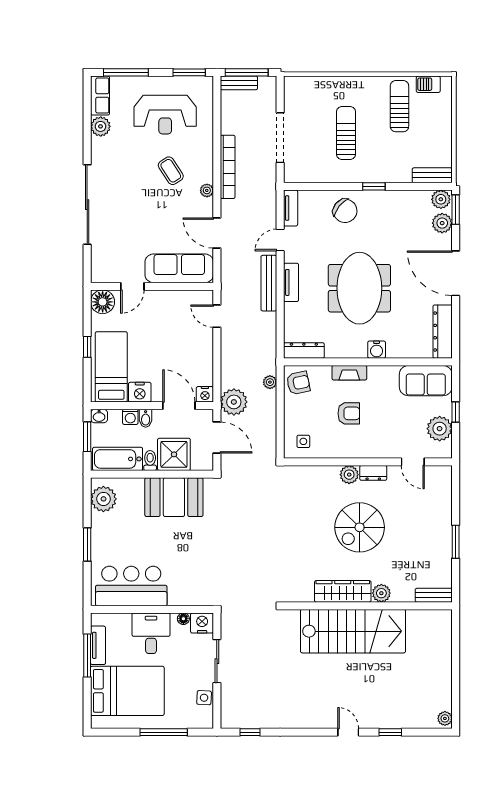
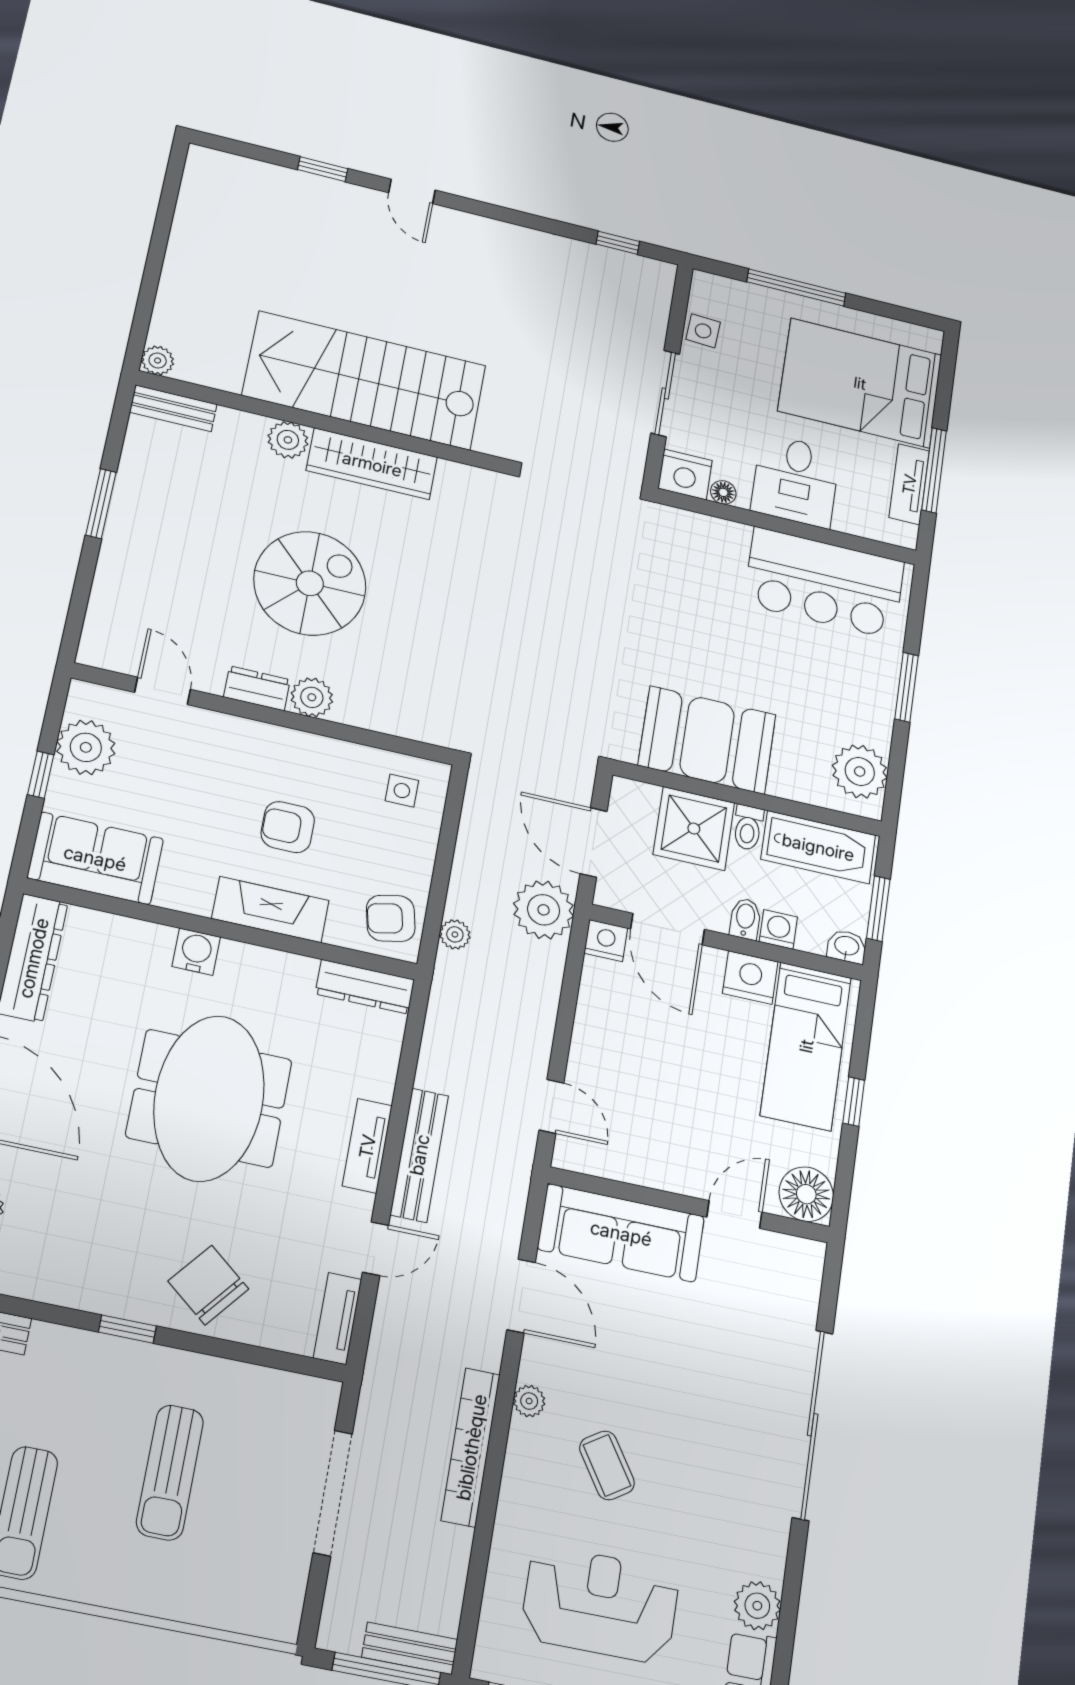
fireplace: (349, 373) -> (270, 910), width x1.37, depth x1.32
plant: (445, 718) -> (158, 360), moved

